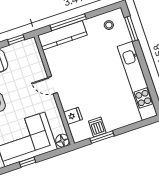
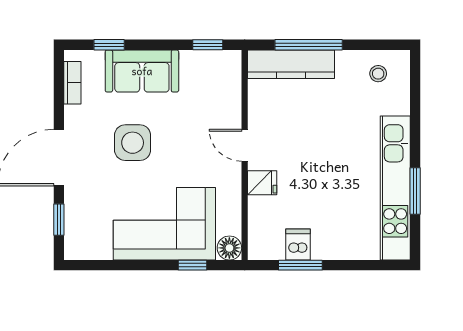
window: (131, 29) -> (415, 191), moved
fridge: (73, 116) -> (262, 183), moved
window: (28, 162) -> (193, 265), moved

